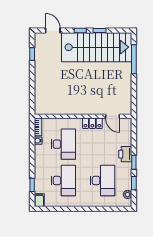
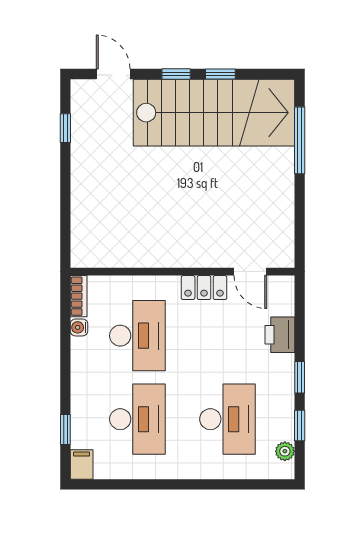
printer: (125, 154) -> (280, 335), moved

